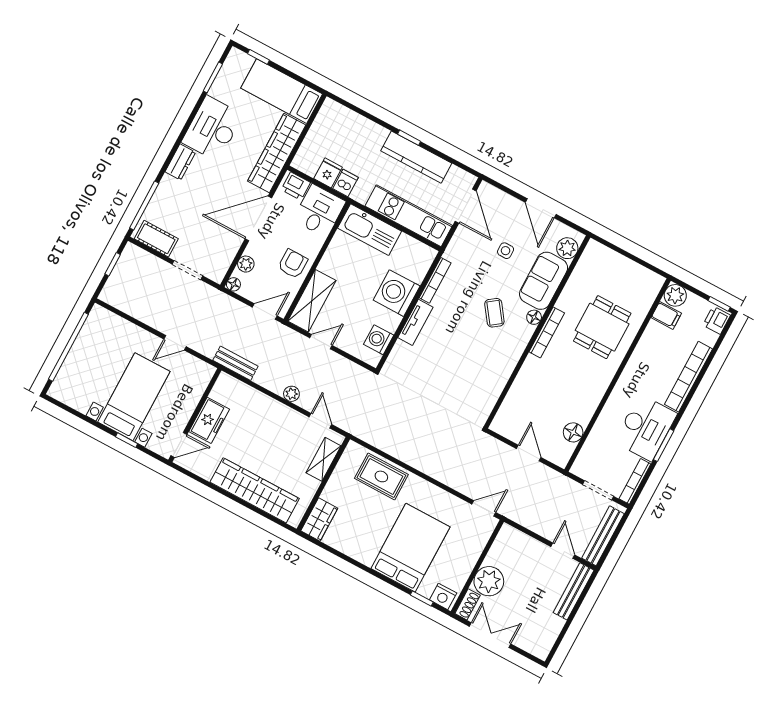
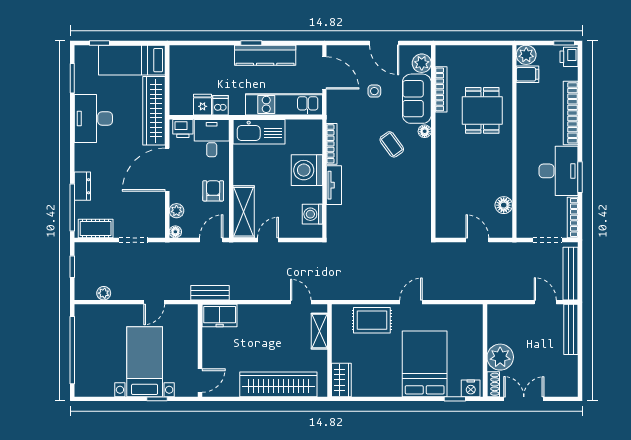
dresser: (180, 162) -> (82, 186), moved
bookcase: (547, 332) -> (441, 89), moved
plant: (291, 394) -> (104, 293), moved
freezer: (209, 420) -> (220, 316), moved, turned 90
door: (484, 508) -> (411, 302), moved

